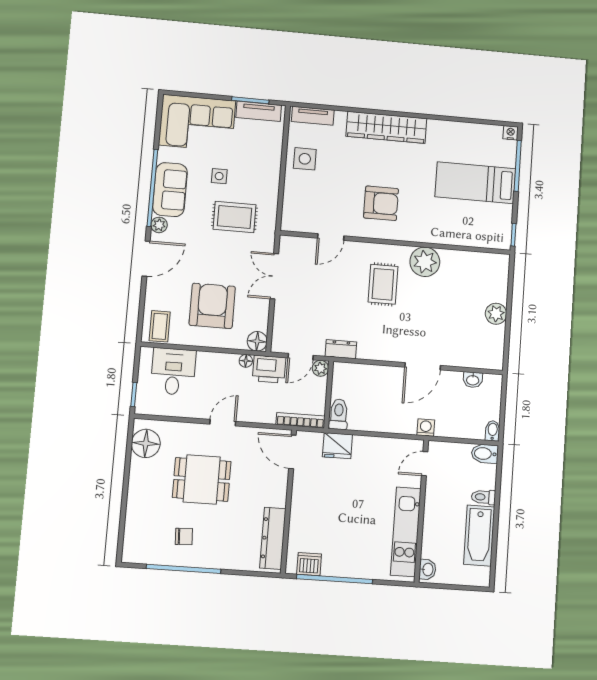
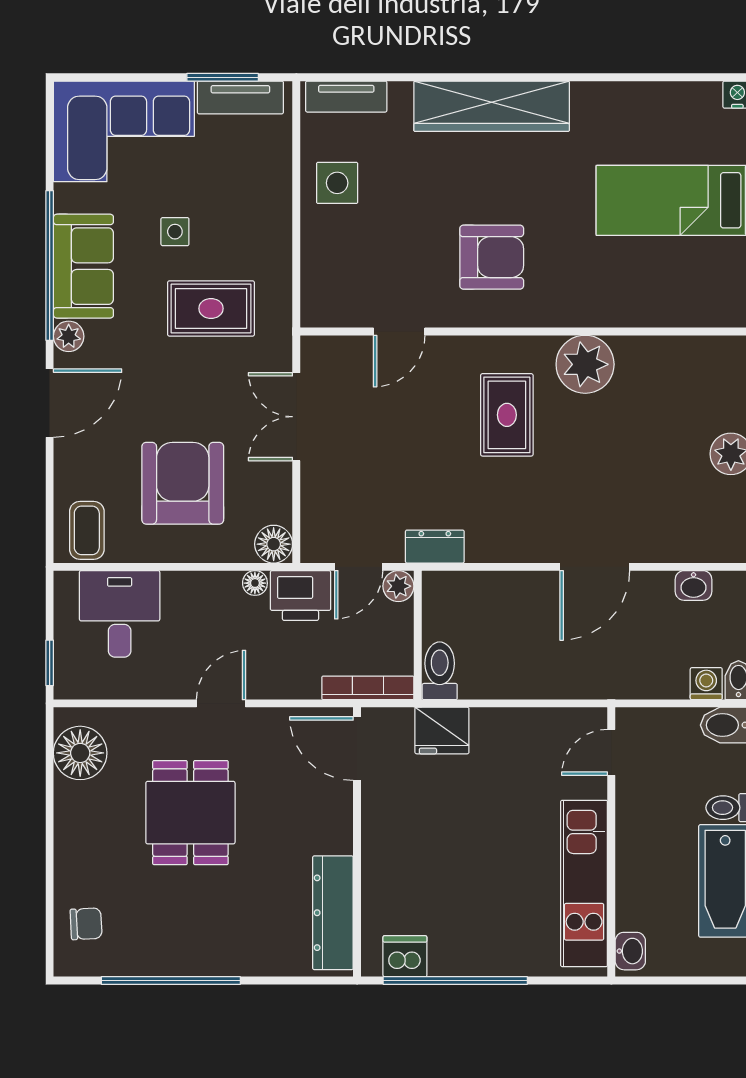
washing machine: (426, 428) -> (706, 684), moved
dining table: (202, 479) -> (190, 813), turned 90
chair: (184, 536) -> (86, 924), moved

